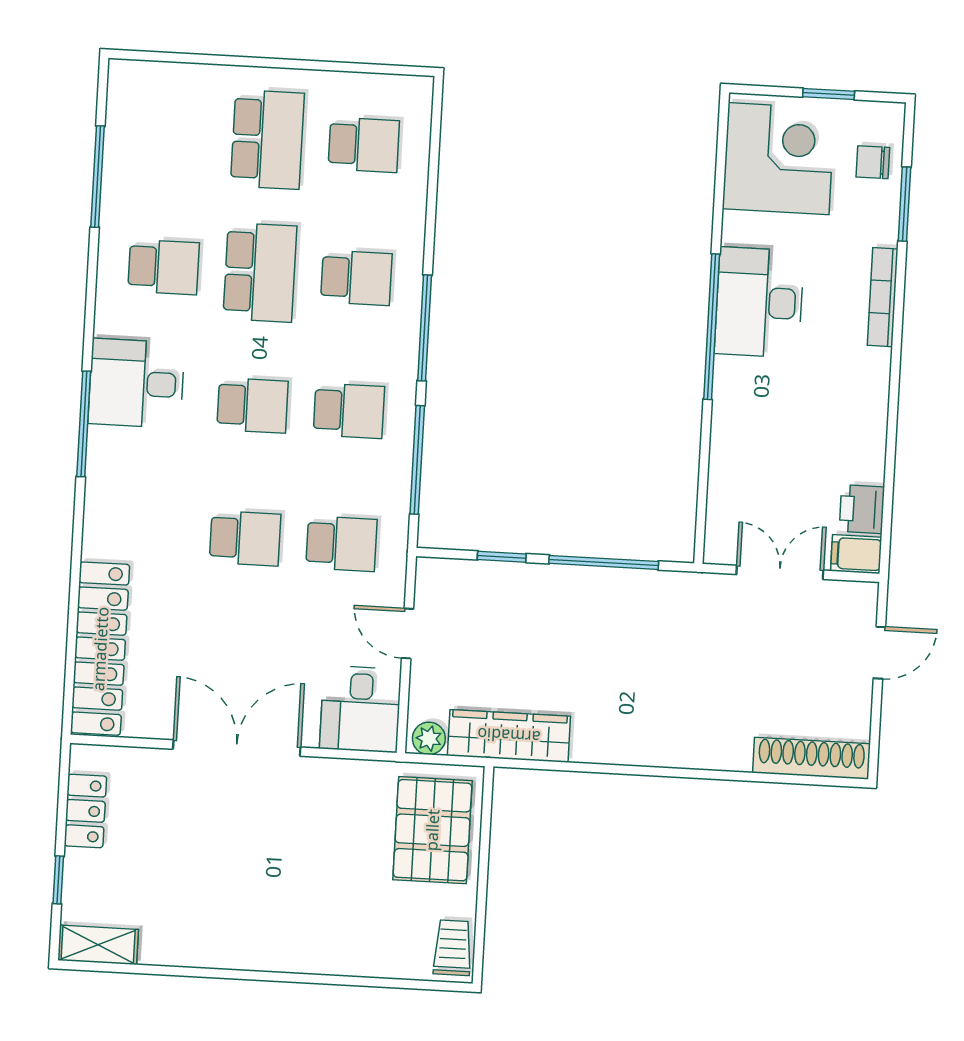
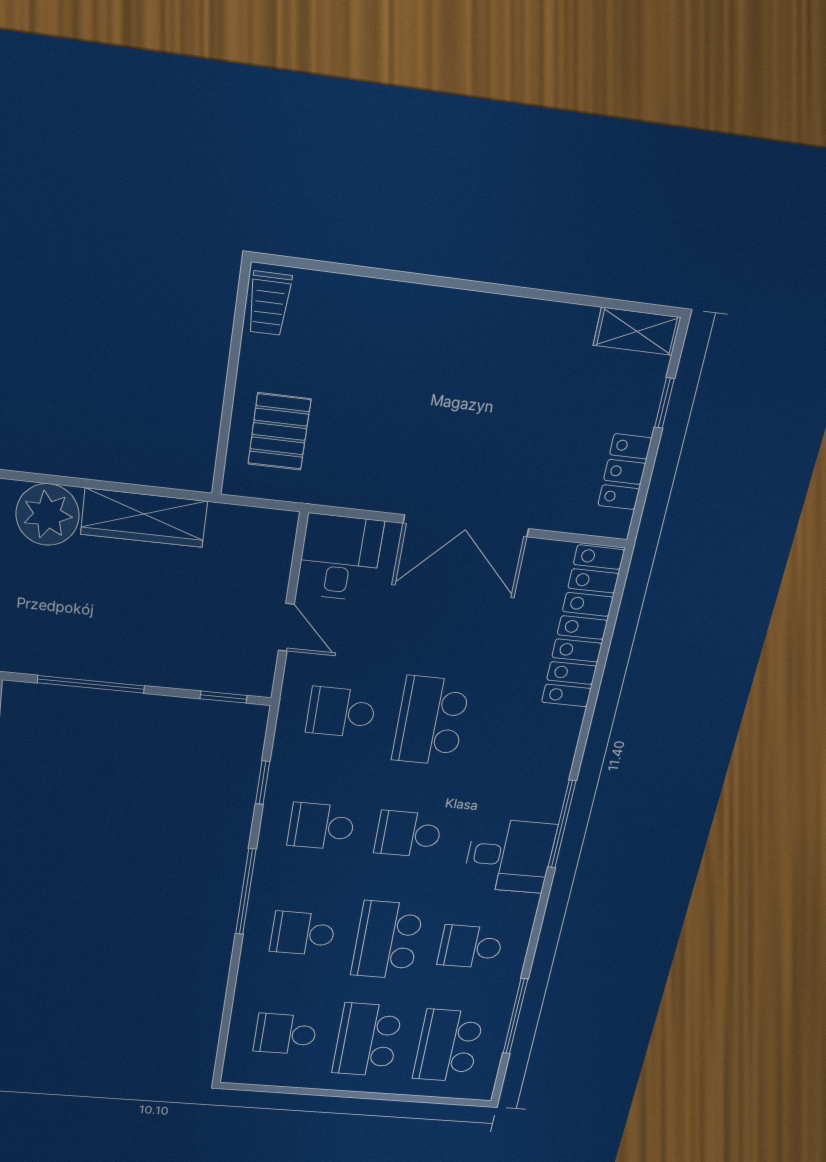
school desk: (171, 134) -> (448, 1046), added
window: (417, 460) -> (263, 783), width x0.46
school desk: (245, 538) -> (431, 721), width x1.85
window: (502, 557) -> (224, 697), moved
wardrobe: (509, 736) -> (144, 518), moved
plant: (429, 738) -> (47, 515), moved, width x1.88, depth x1.88
pallet: (432, 830) -> (279, 432), width x0.67, depth x0.71

